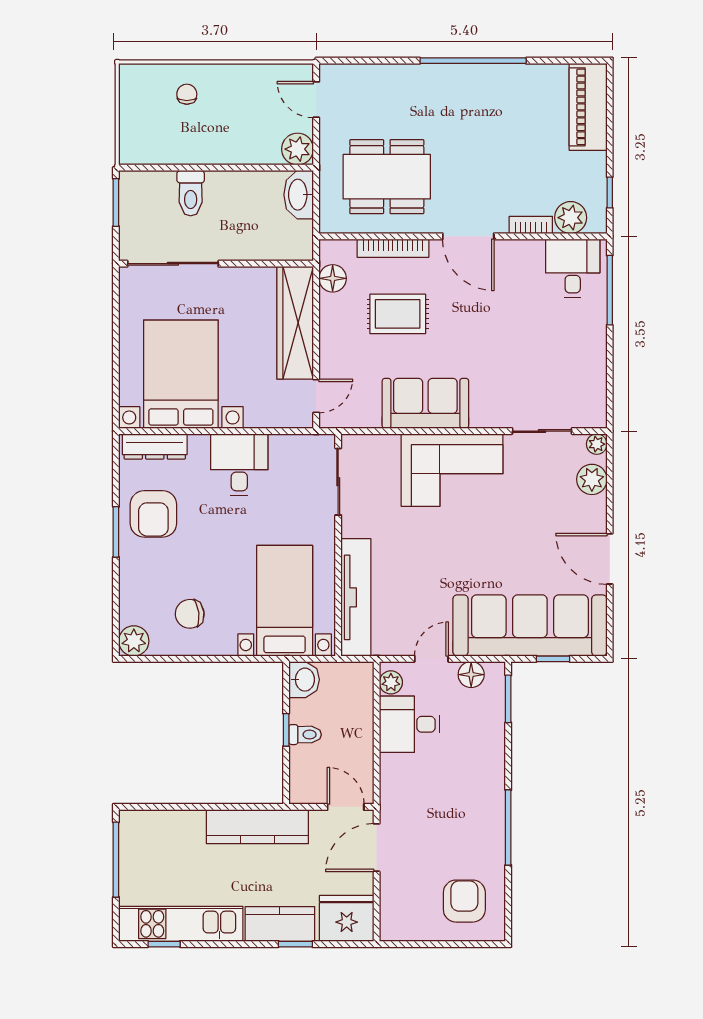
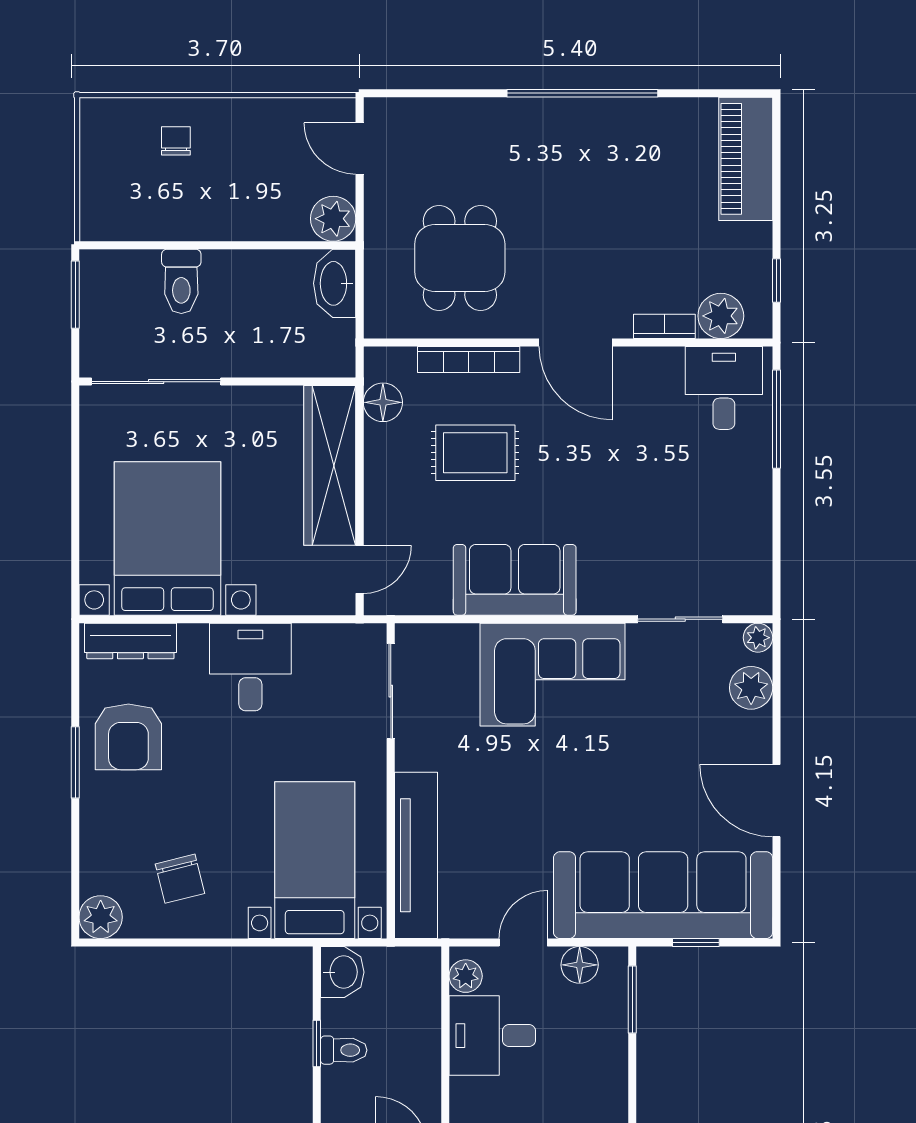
dining table: (387, 177) -> (460, 258), width x0.73
chair: (190, 614) -> (180, 879), turned -97

